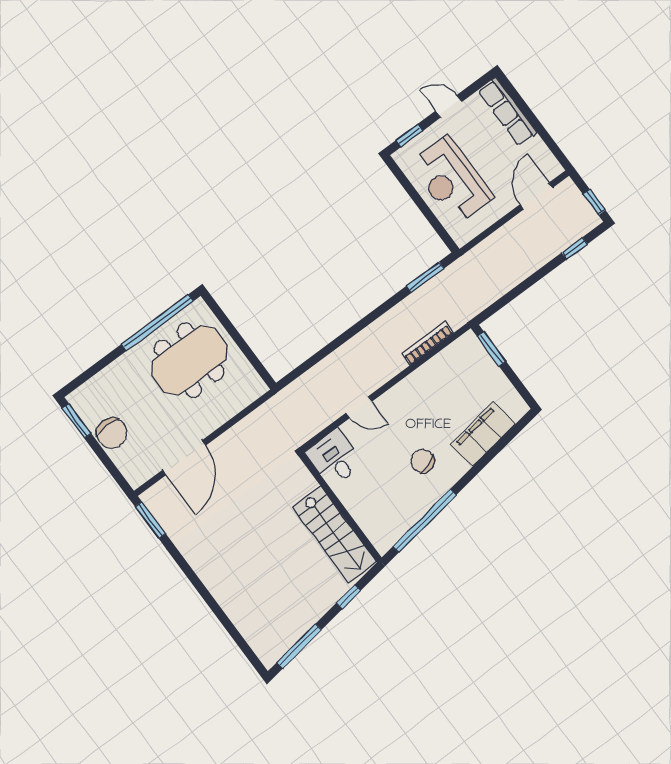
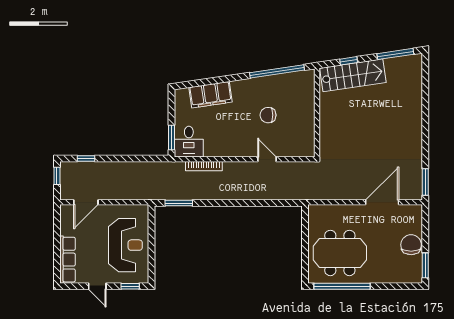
desk: (334, 458) -> (189, 142), moved
chair: (422, 461) -> (268, 115), moved, turned 107
stairs: (335, 534) -> (353, 75), moved, turned 82

